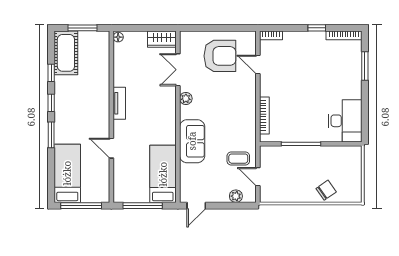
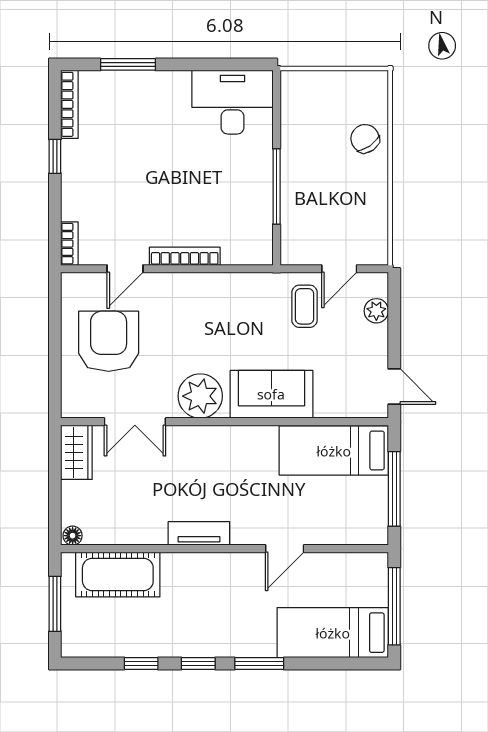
cot: (66, 53) -> (118, 575), moved
plant: (186, 98) -> (200, 396), width x1.88, depth x1.88
bookcase: (264, 115) -> (185, 256), moved

